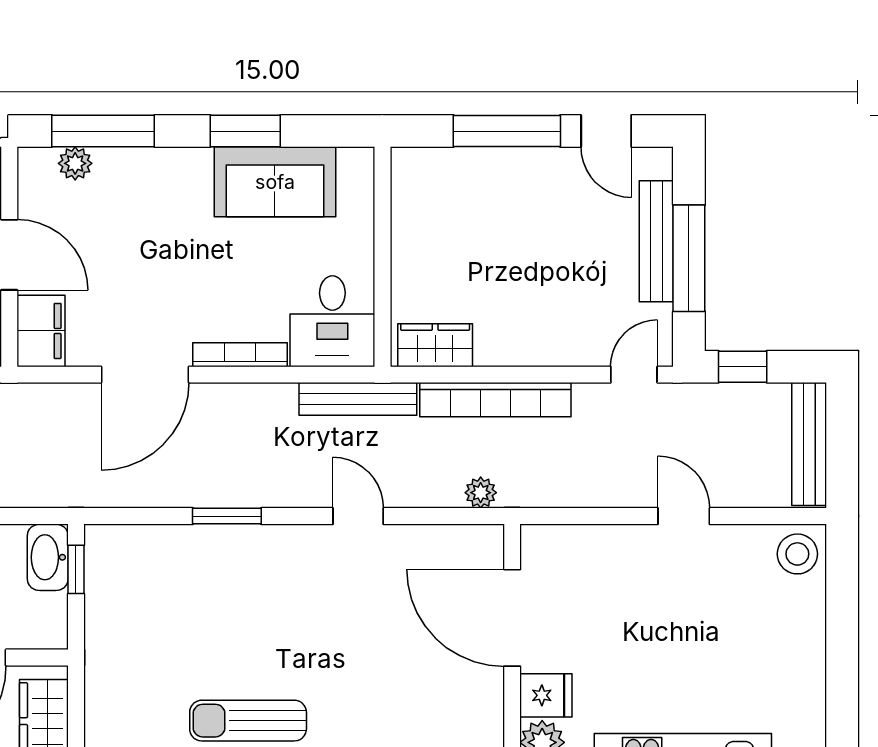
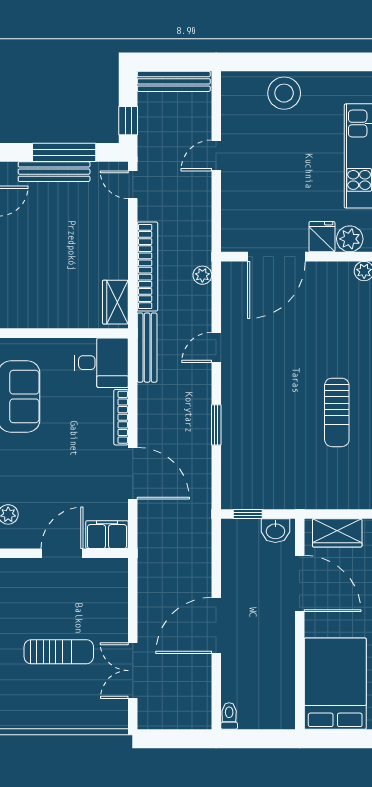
stool: (797, 554) -> (284, 93), moved, width x1.38, depth x1.38
washbasin: (48, 557) -> (275, 531), moved, width x0.72

